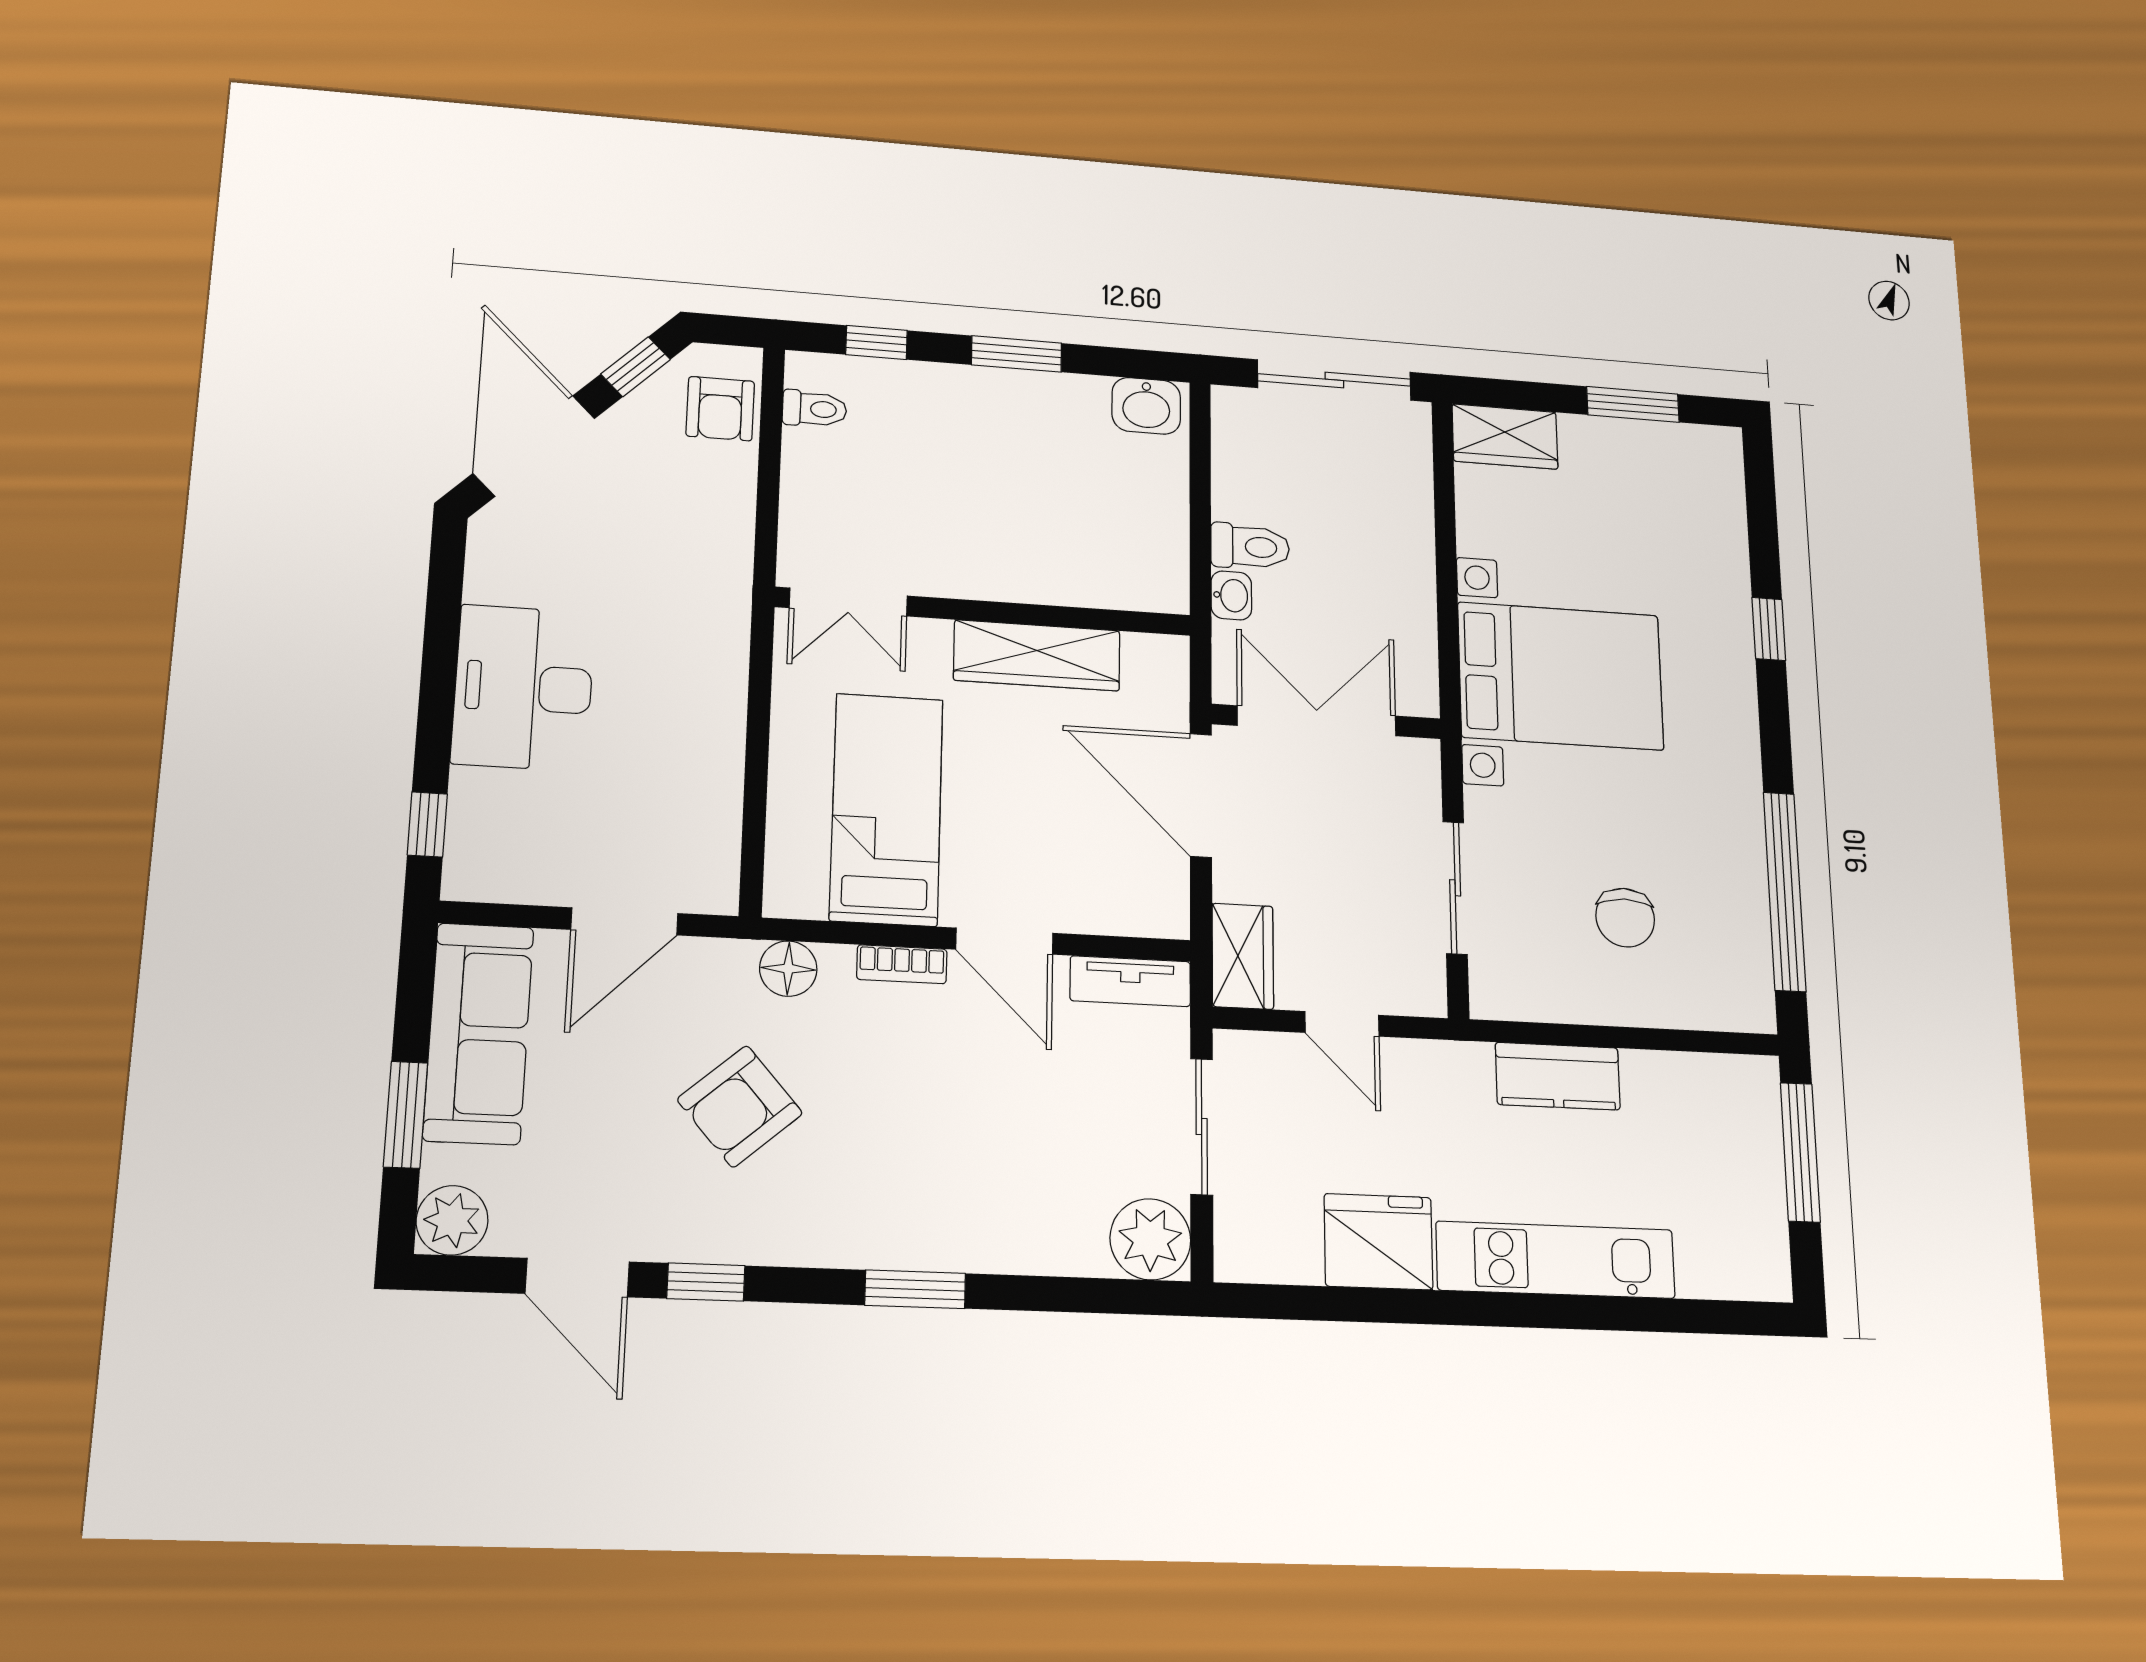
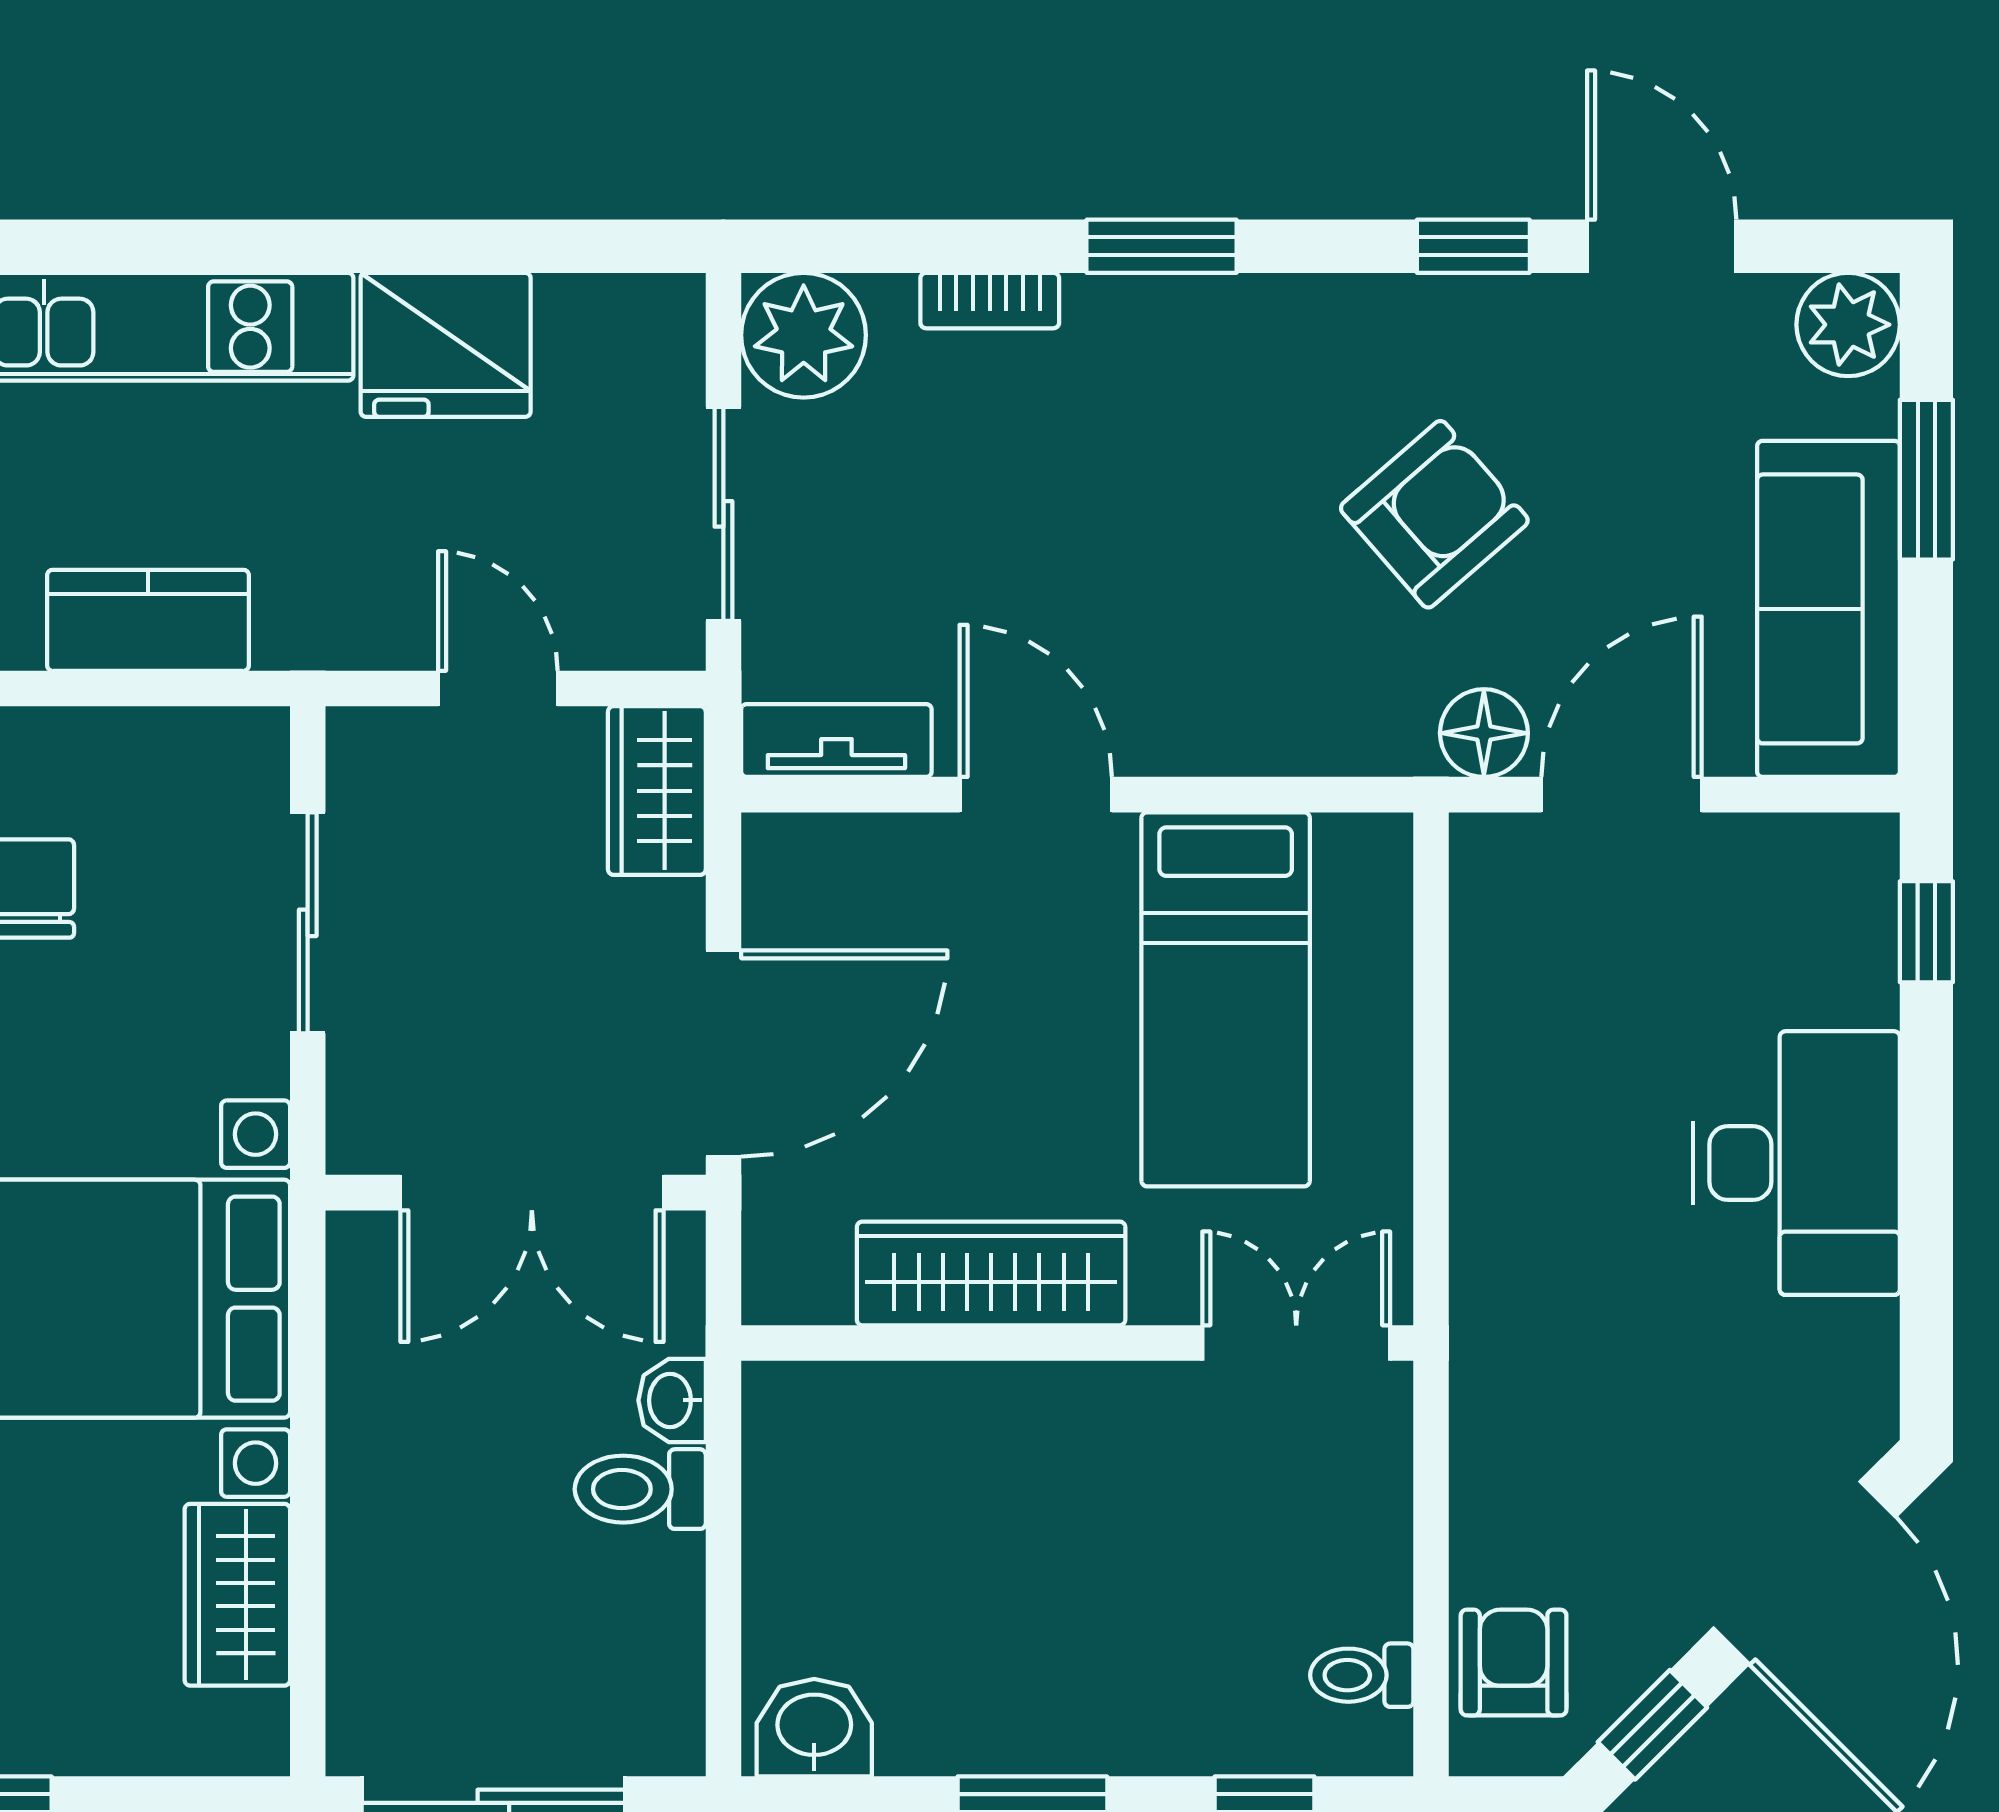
wardrobe: (1505, 437) -> (237, 1595), moved, turned -90
door: (1201, 795) -> (723, 1054), hinge flipped
bookcase: (902, 964) -> (990, 301), moved, turned 180
floor lamp: (788, 969) -> (1484, 733), moved

